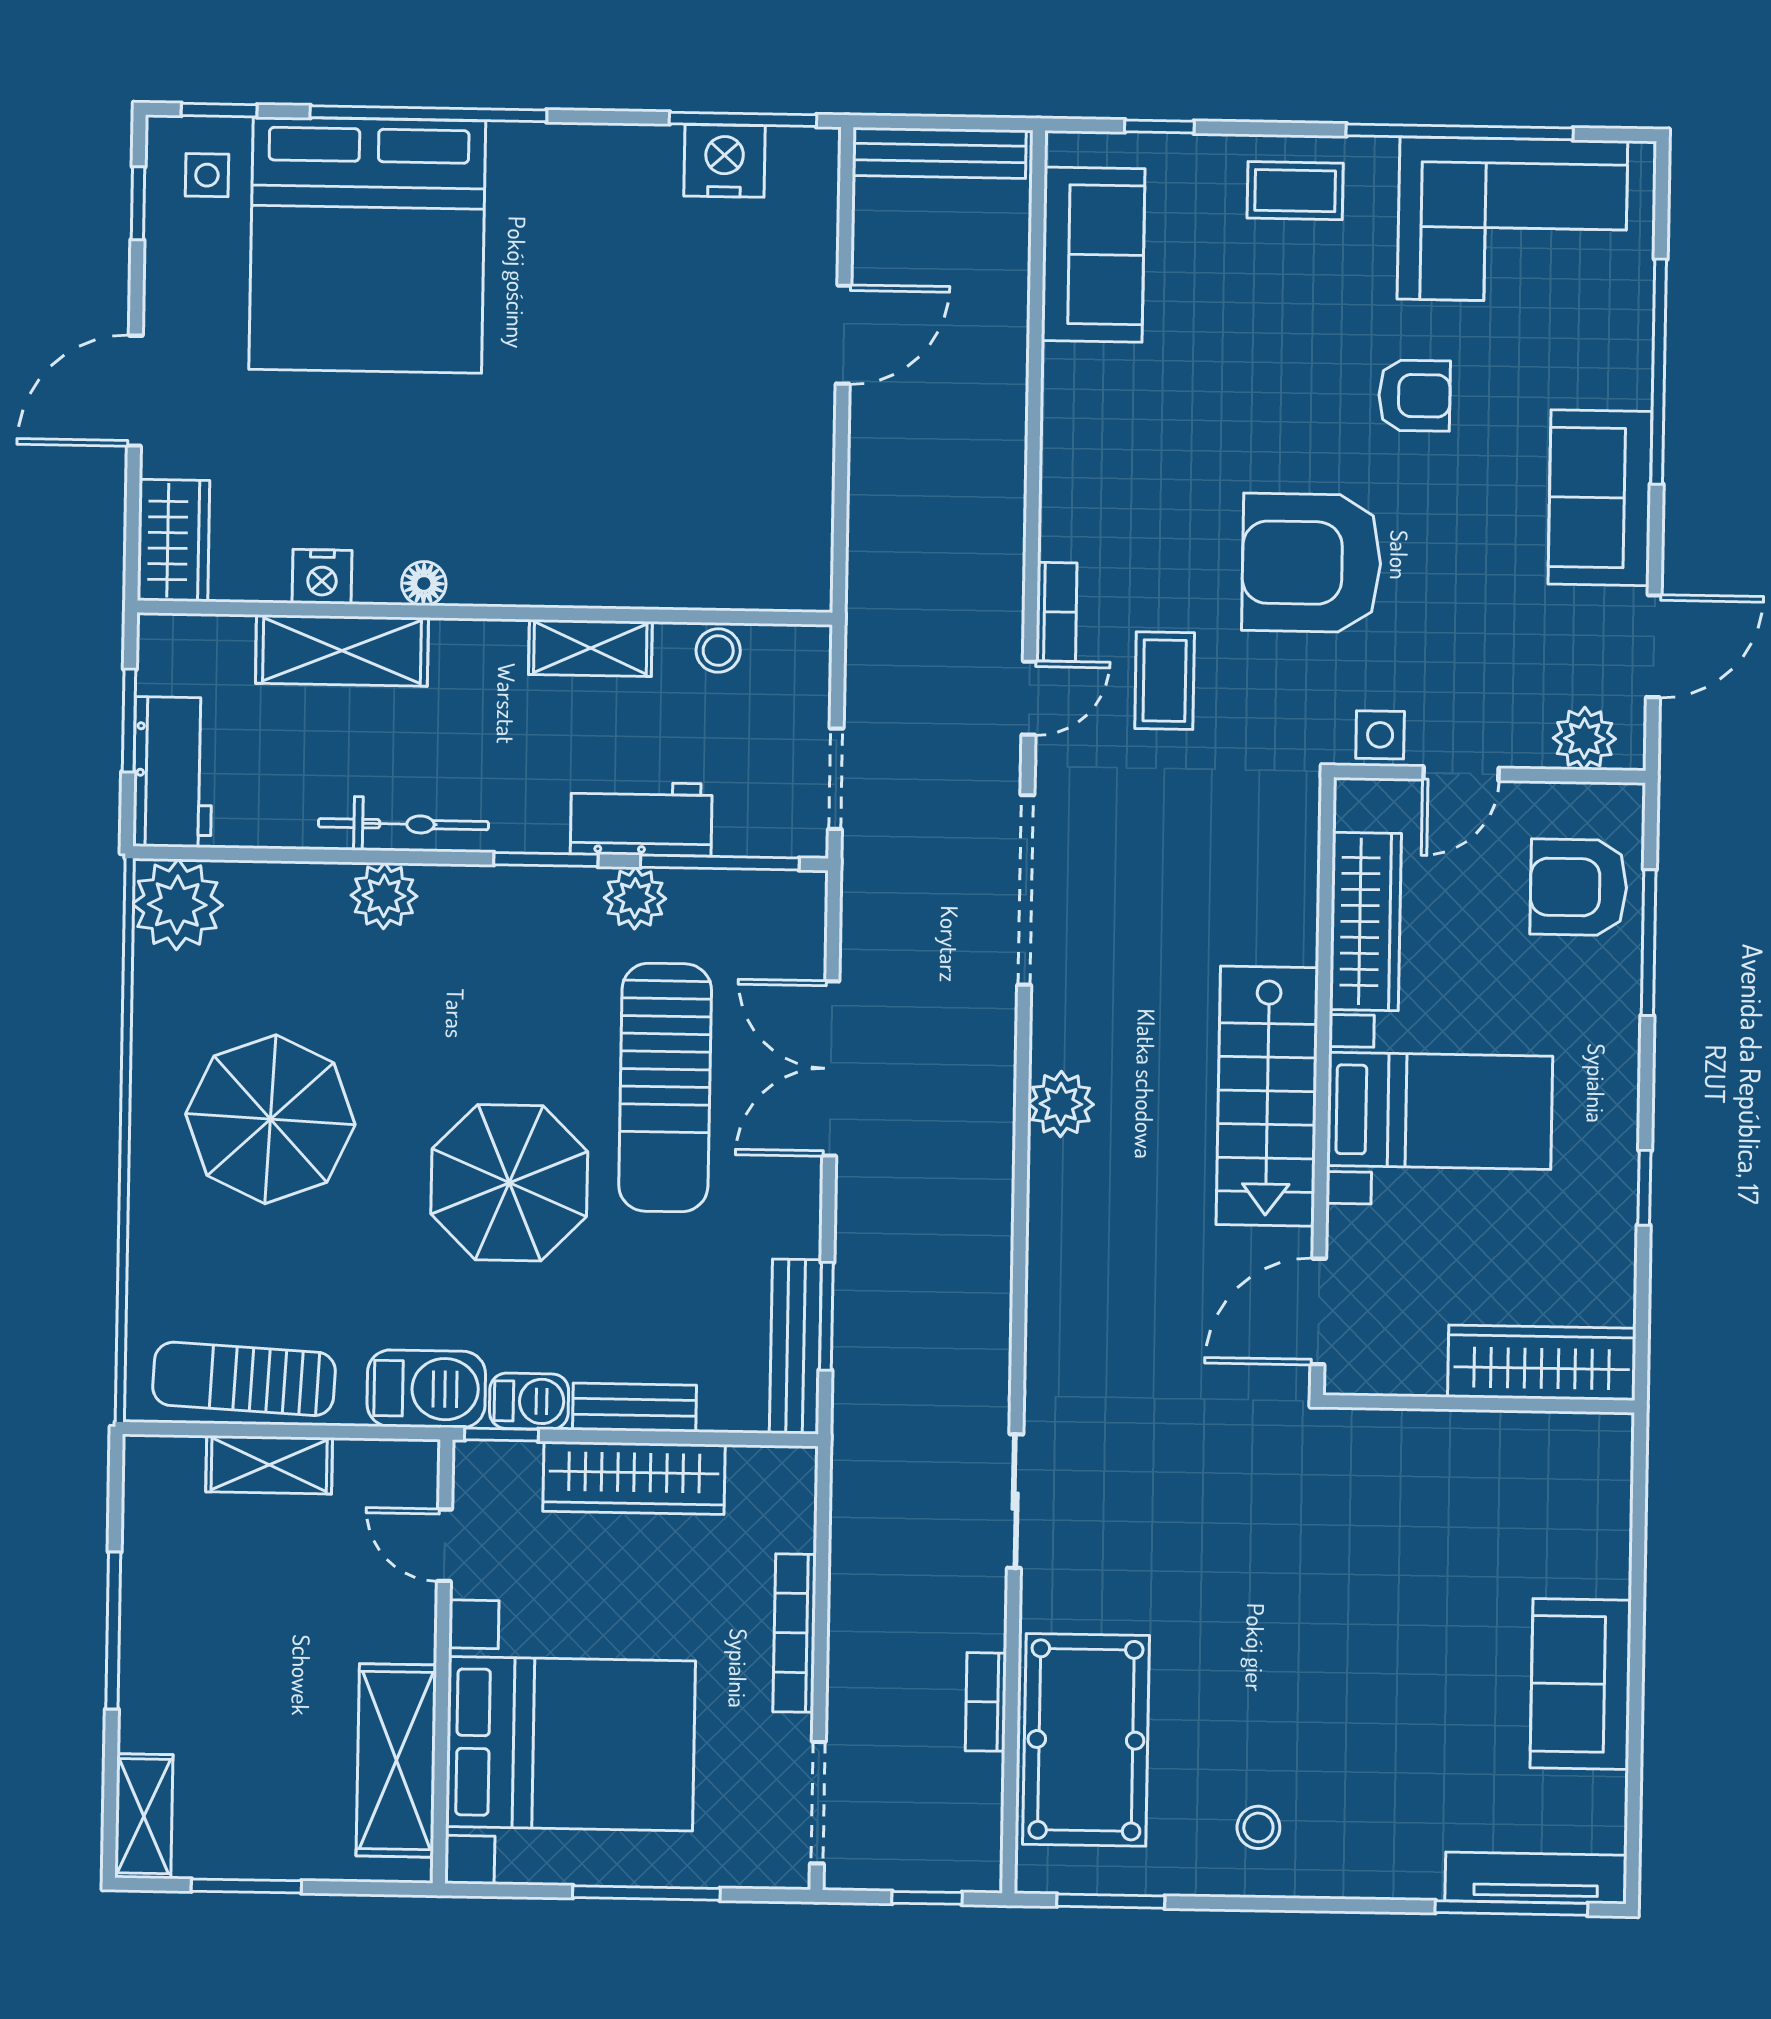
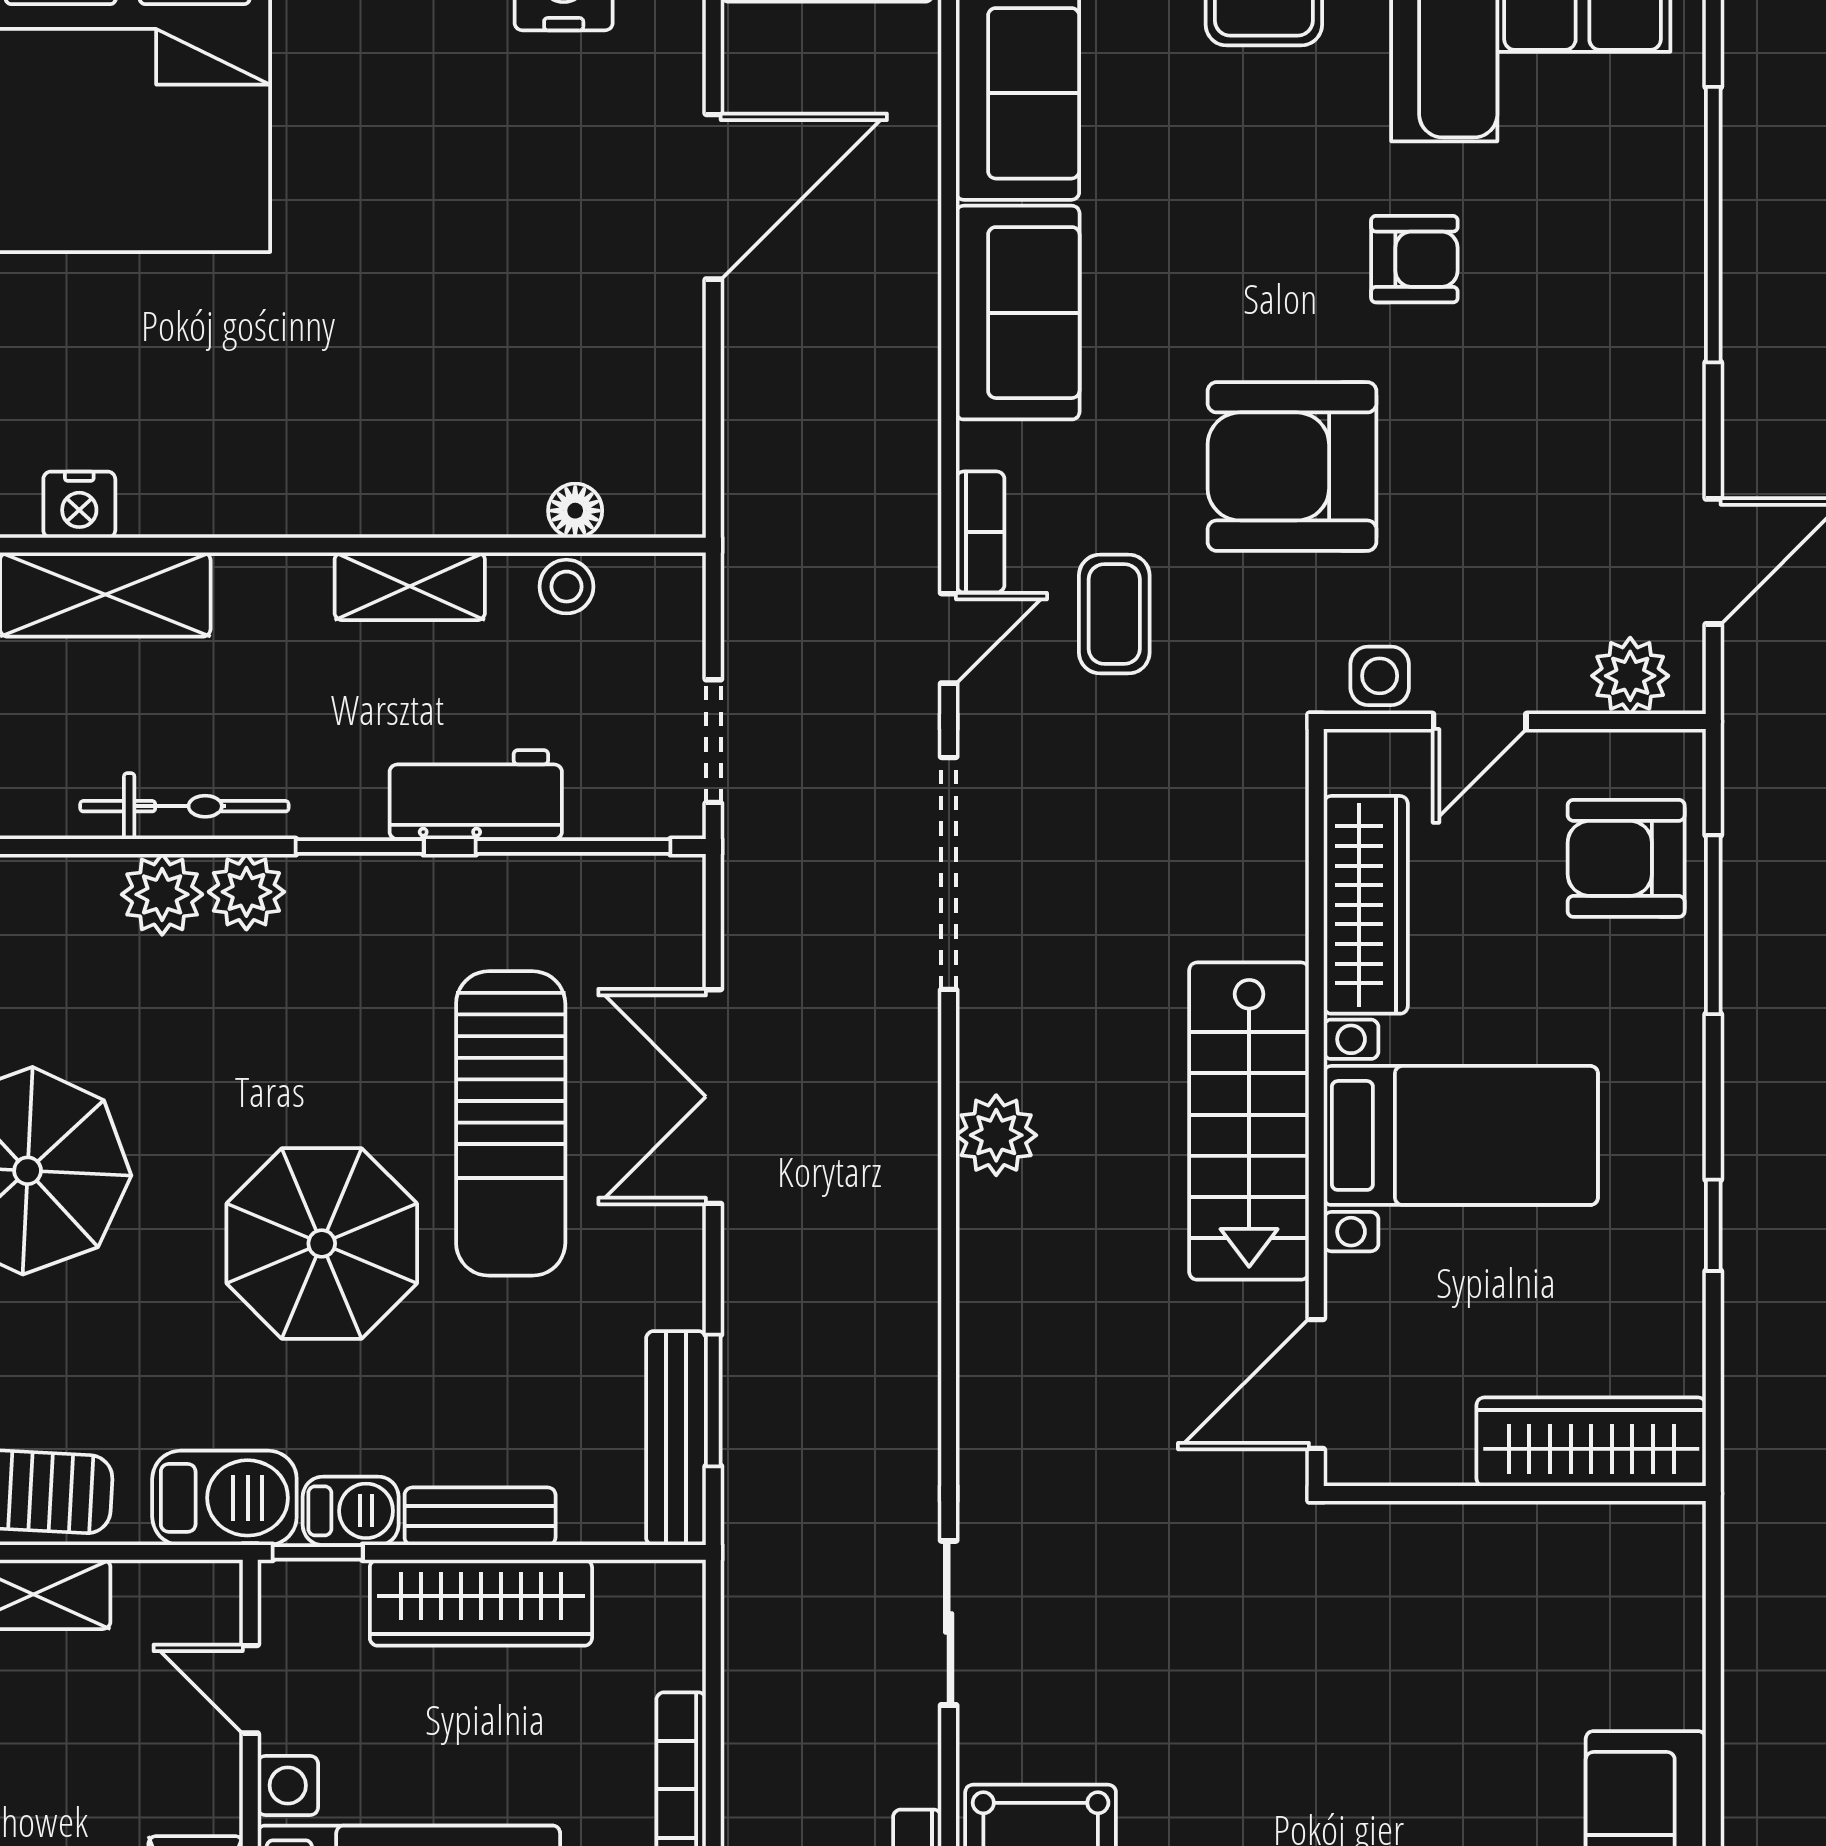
door: (844, 335) -> (713, 197), width x1.36
sofa: (1600, 498) -> (1018, 313), moved, turned 180
floor lamp: (424, 583) -> (575, 511), moved
plant: (635, 898) -> (246, 892), moved

